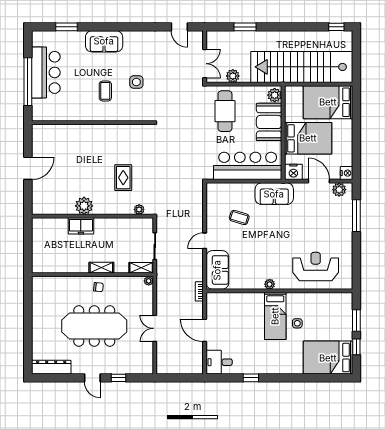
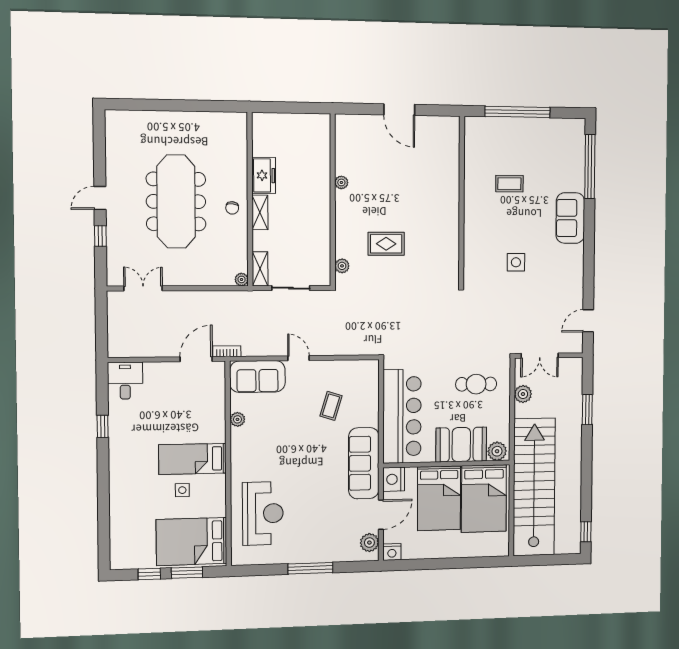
window: (66, 27) -> (590, 167), width x2.11
bar counter: (46, 72) -> (530, 137), removed
coffee table: (105, 91) -> (509, 184), moved
bed: (328, 102) -> (484, 499), moved, turned 180
cafe table: (225, 111) -> (476, 384), width x0.73, depth x0.74
sofa: (274, 194) -> (364, 463), width x1.36
plant: (84, 206) -> (341, 182), width x0.53, depth x0.53
window: (356, 216) -> (310, 568), moved
freezer: (81, 226) -> (264, 175), moved, turned 180
plant: (270, 284) -> (237, 419), moved
double door: (155, 328) -> (143, 288), moved
door: (205, 330) -> (196, 359), moved
bed: (328, 358) -> (192, 542), moved, turned -90
dresser: (51, 367) -> (115, 138), removed

